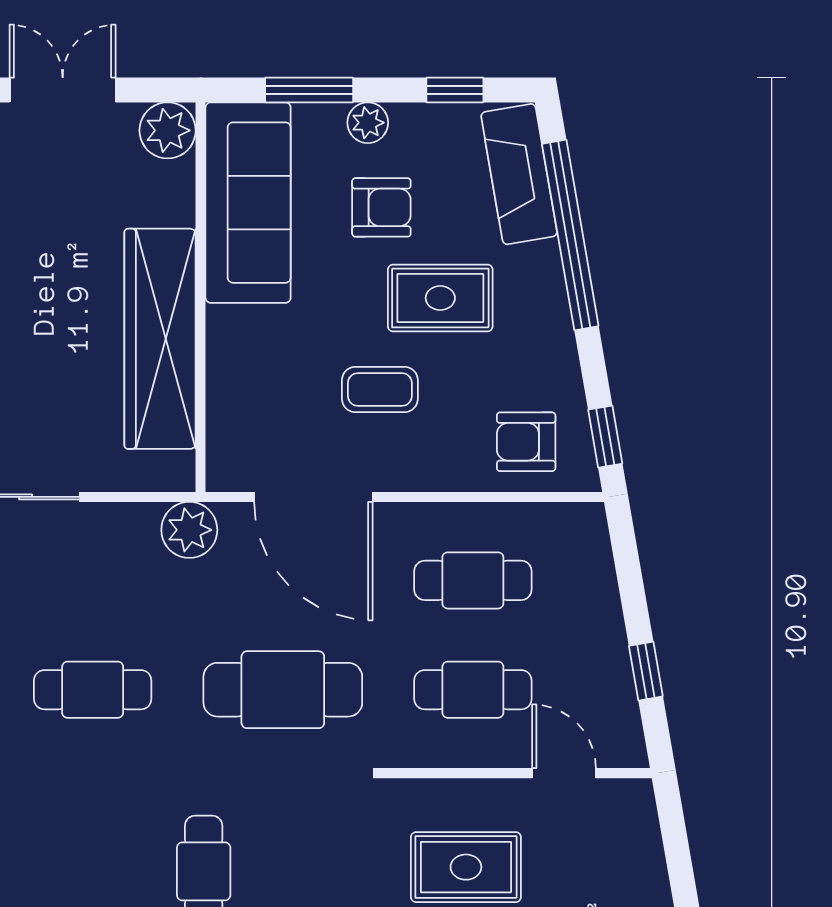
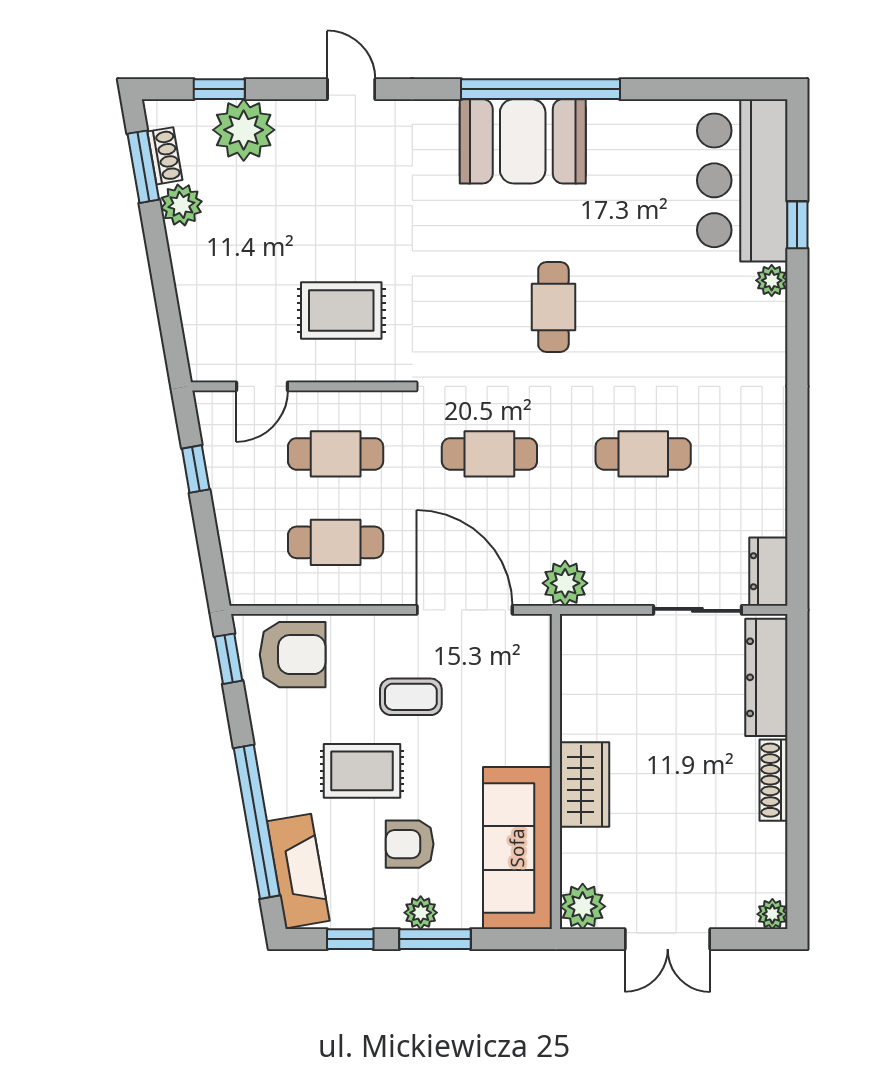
window: (309, 90) -> (435, 939), moved
wardrobe: (160, 339) -> (585, 784), width x0.48, depth x0.85
armchair: (526, 442) -> (293, 655), width x1.38, depth x1.38
cafe table: (283, 690) -> (489, 454), width x0.73, depth x0.74
door: (564, 773) -> (262, 386), hinge flipped

